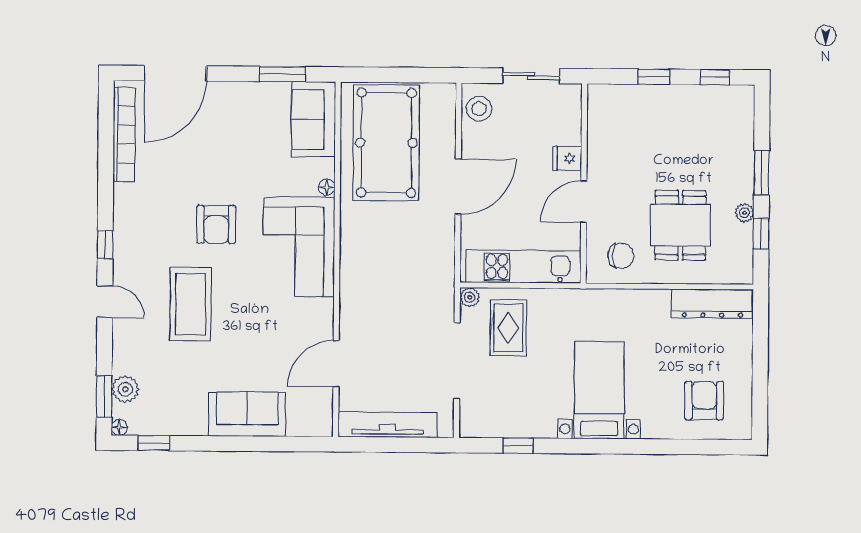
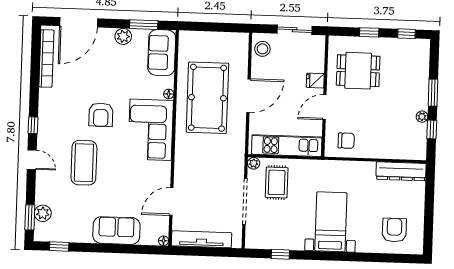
plant: (249, 95) -> (123, 36), added
pool table: (386, 143) -> (207, 98), moved
dining table: (680, 225) -> (358, 71), moved, turned 90
floor lamp: (119, 427) -> (164, 241), moved

